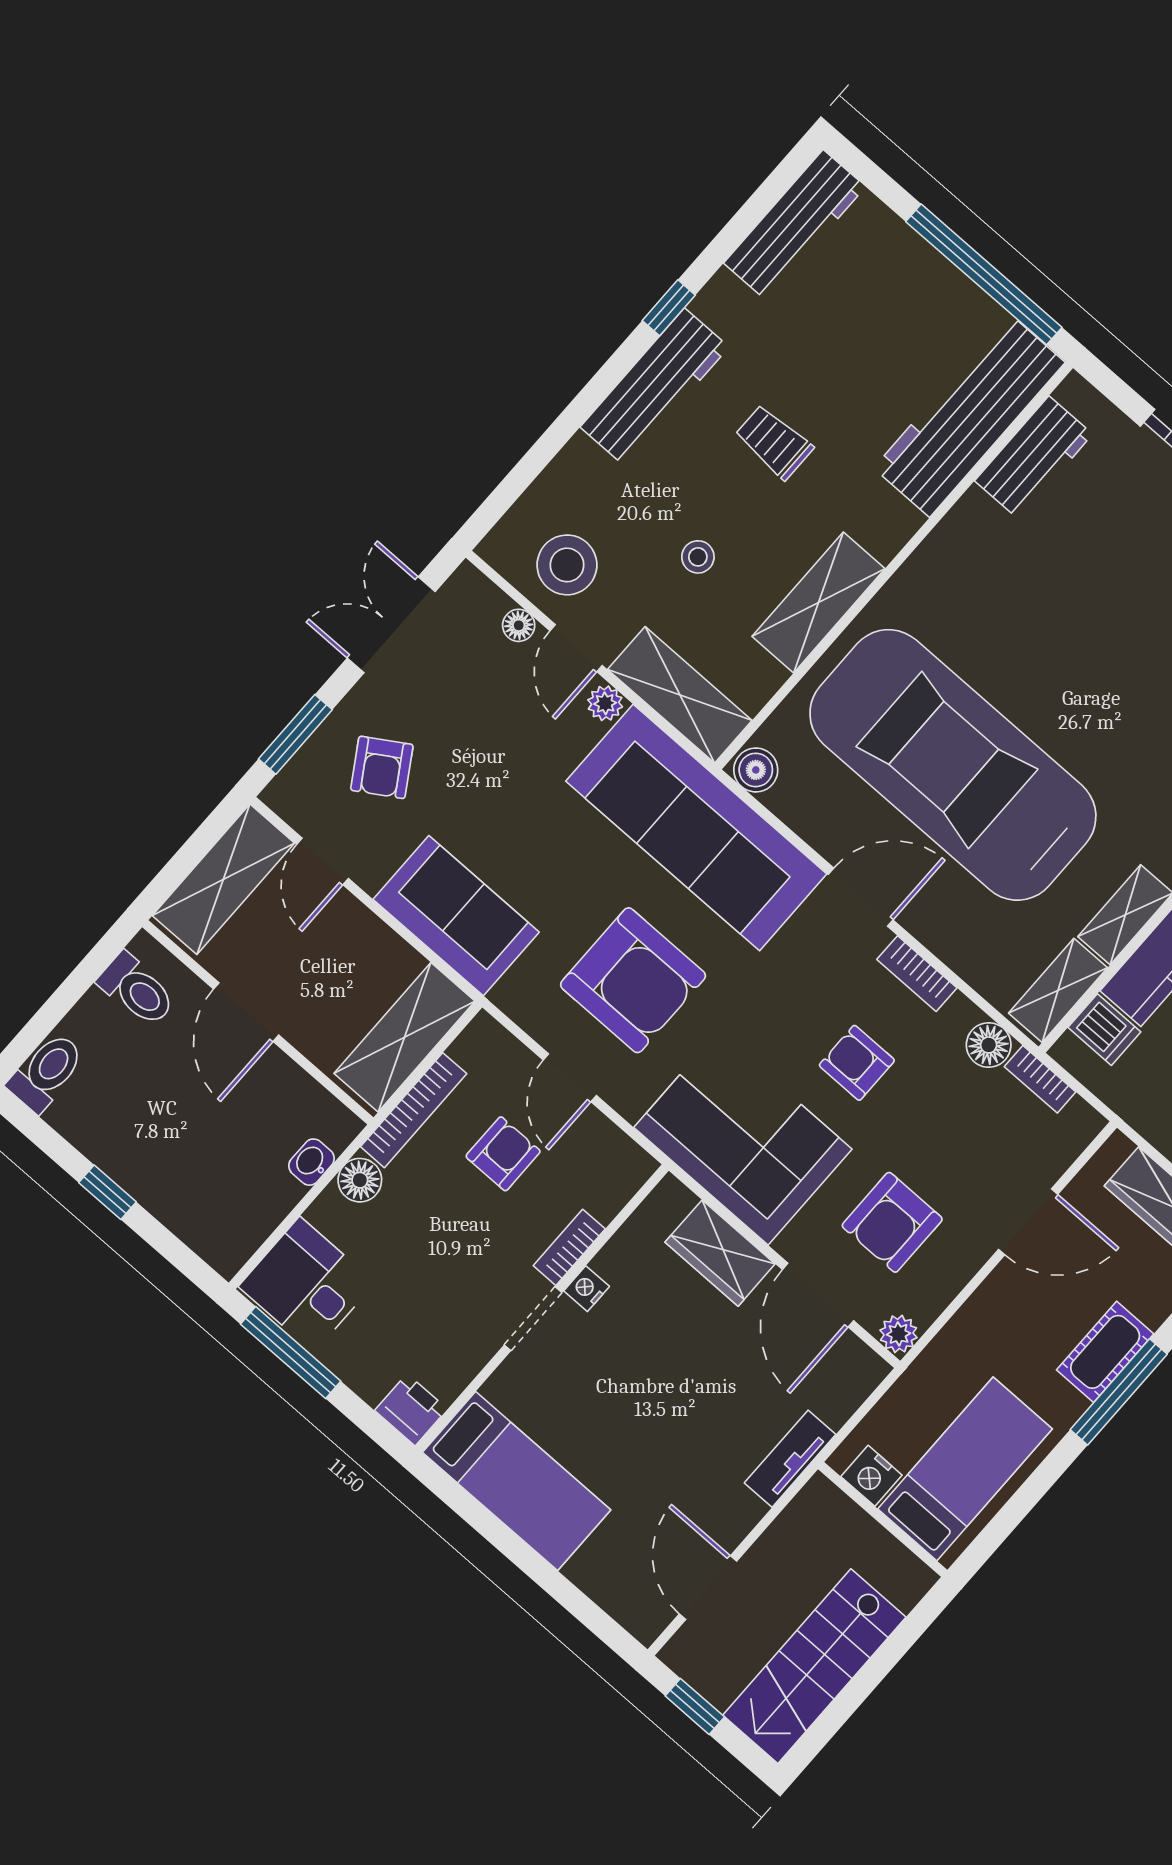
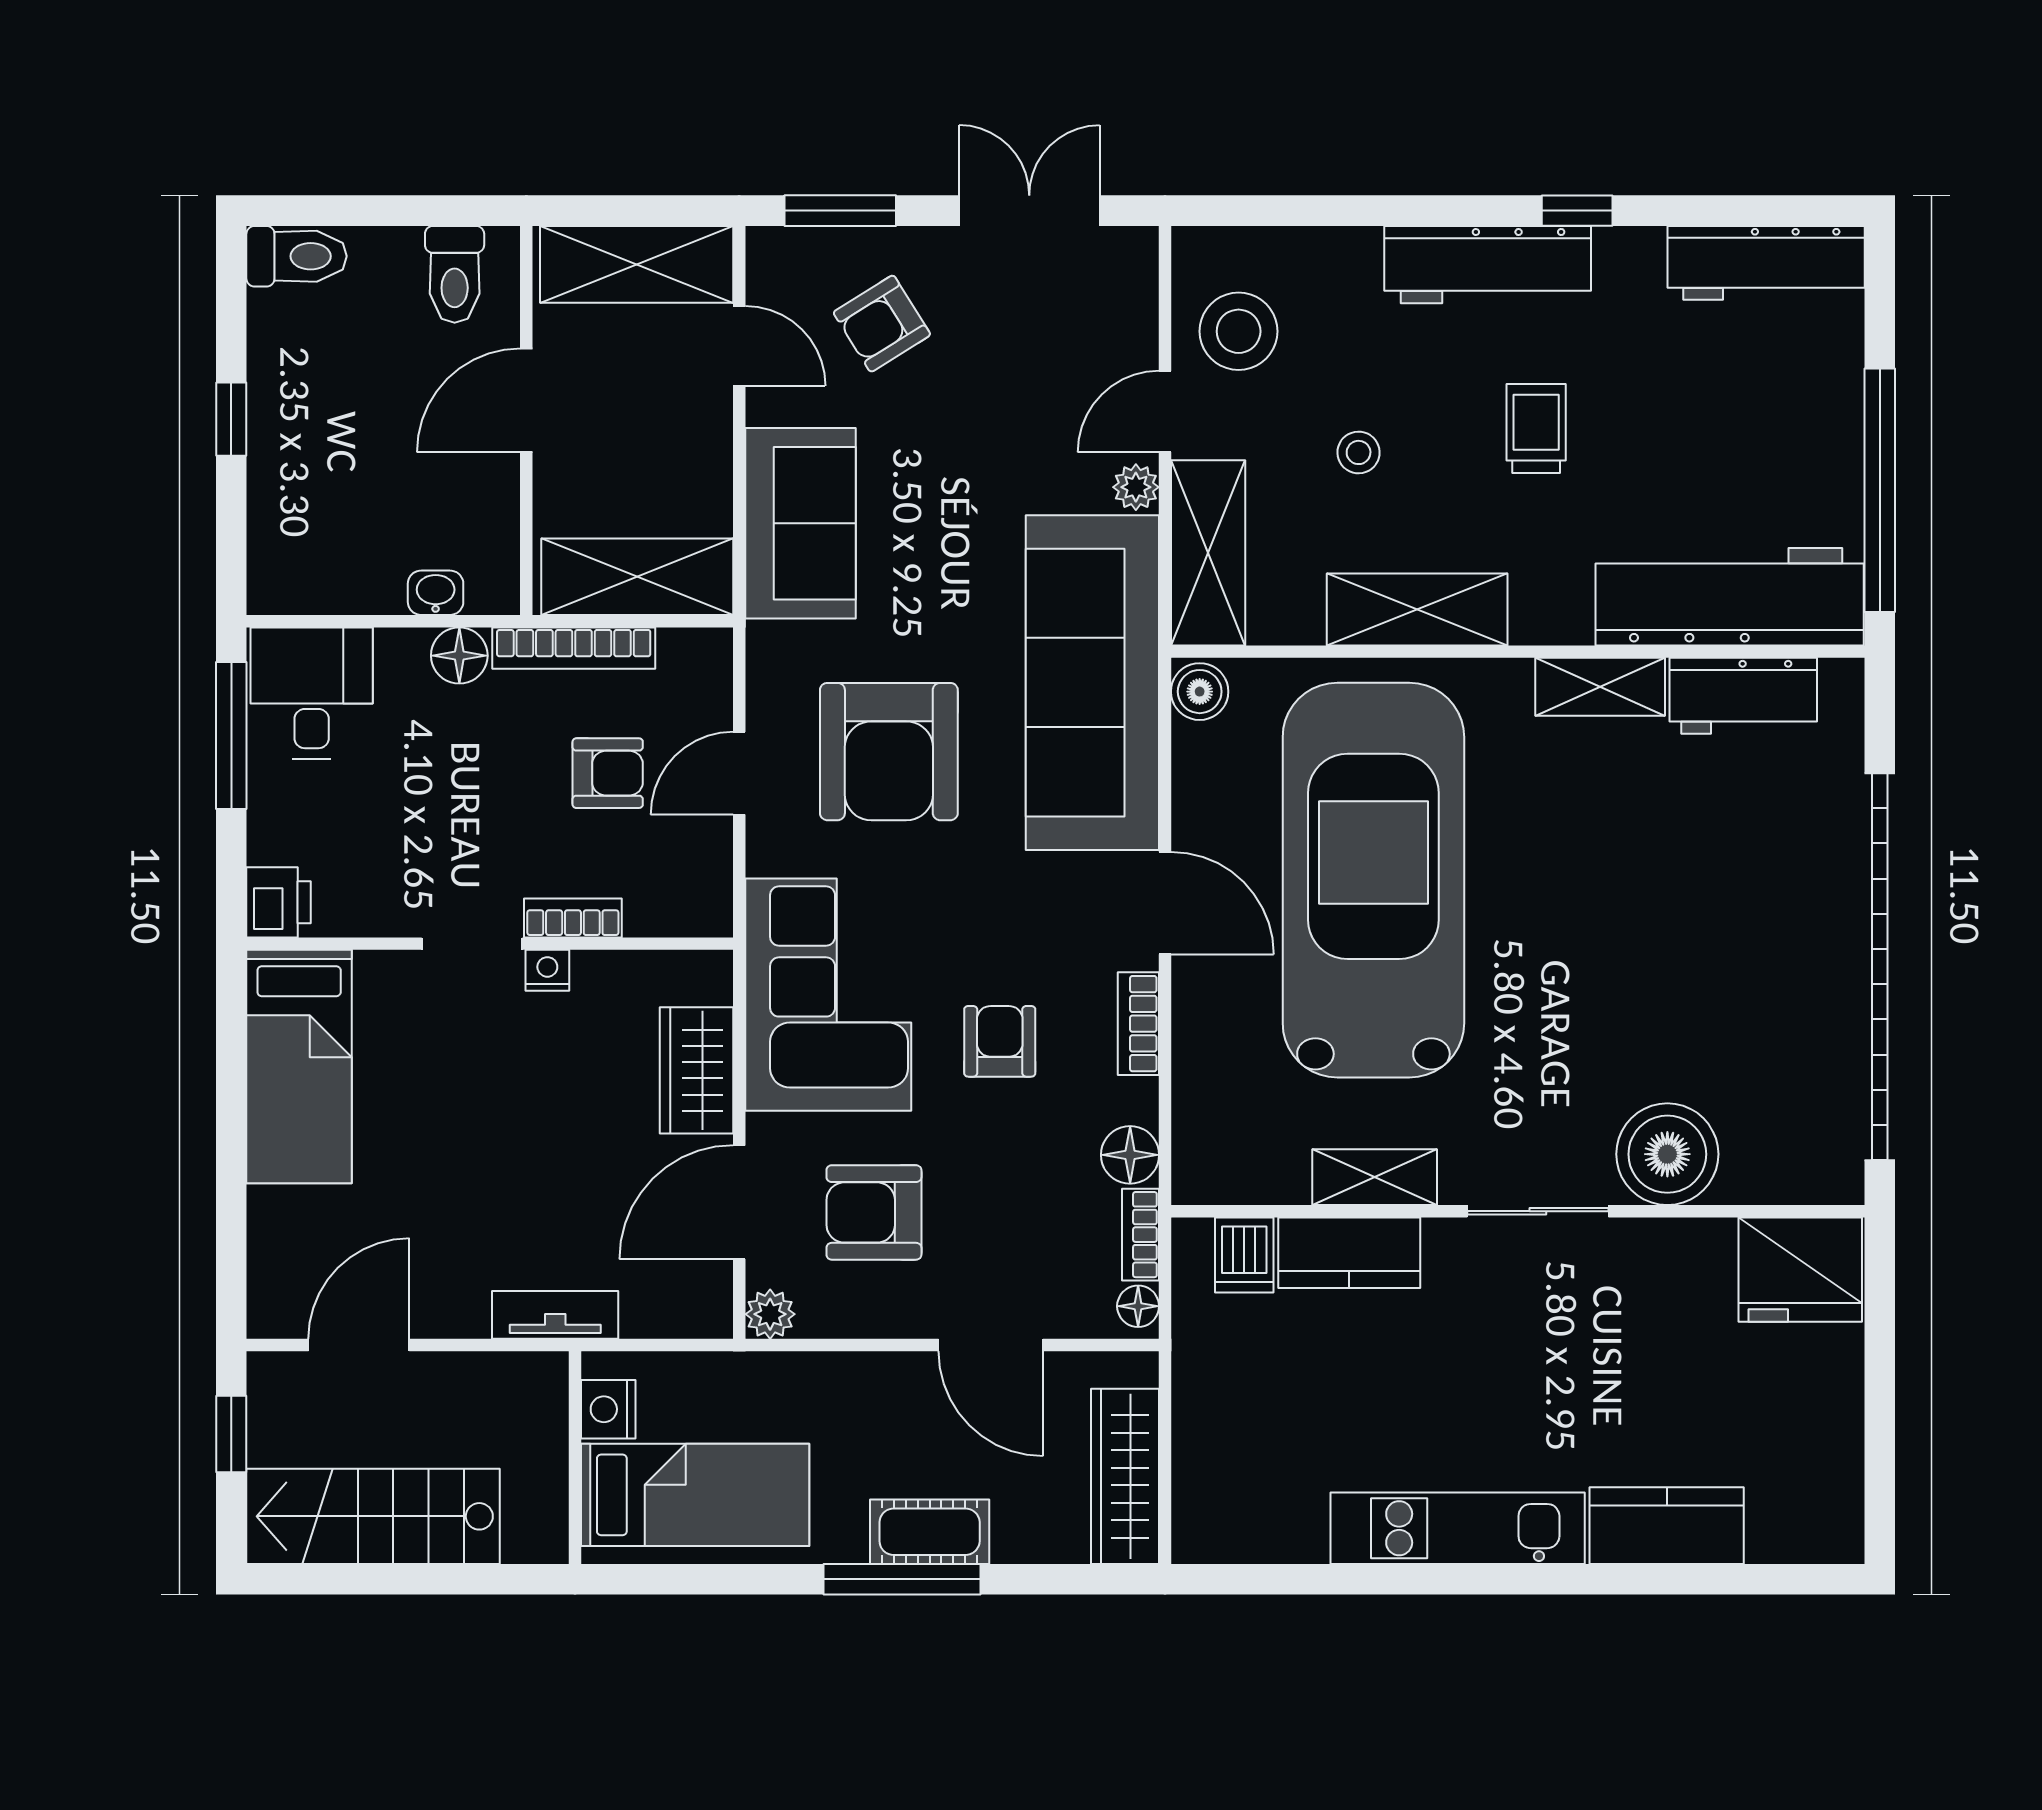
floor lamp: (519, 625) -> (1138, 1306), moved
door: (323, 861) -> (739, 346), swing flipped
shelving: (1058, 990) -> (1600, 687), moved

